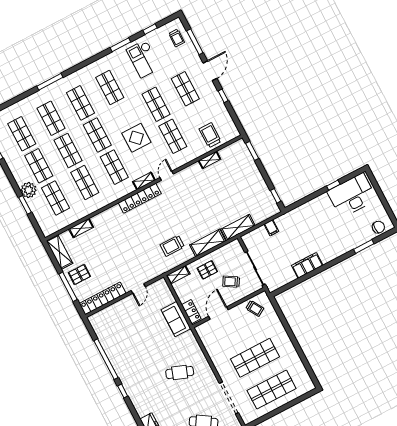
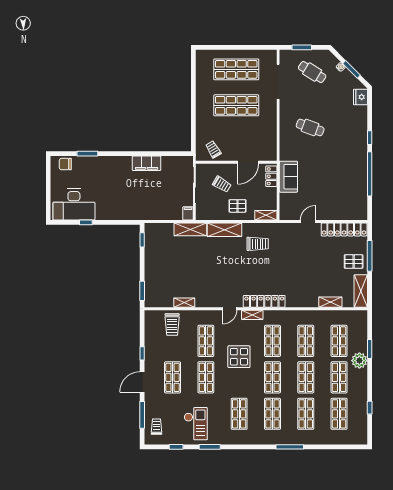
filing cabinet: (271, 228) -> (188, 213), moved

